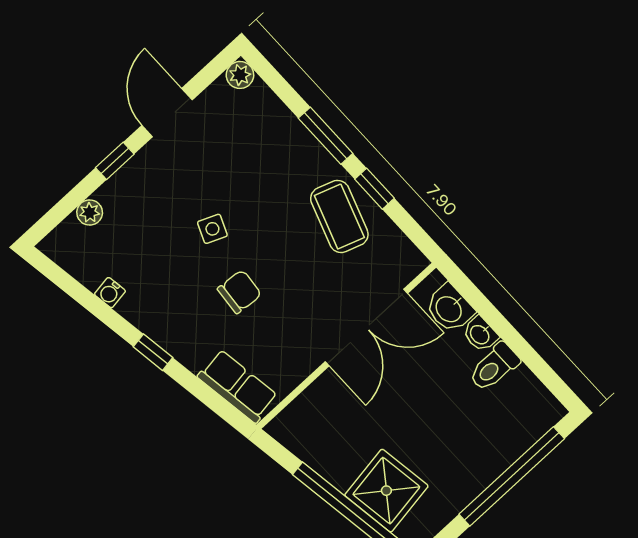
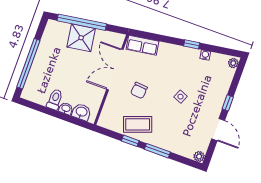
plant: (90, 213) -> (233, 63), moved
coffee table: (339, 216) -> (138, 124), turned -39
chair: (239, 292) -> (139, 90), moved
double door: (366, 327) -> (115, 69), moved
window: (153, 352) -> (192, 44), moved
shower: (386, 491) -> (81, 38), moved

